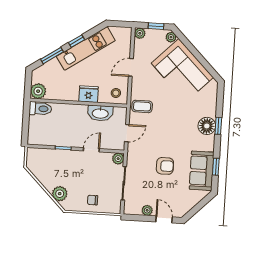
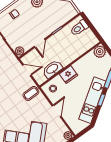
toilet: (40, 109) -> (79, 28), moved
door: (127, 133) -> (27, 70), swing flipped

